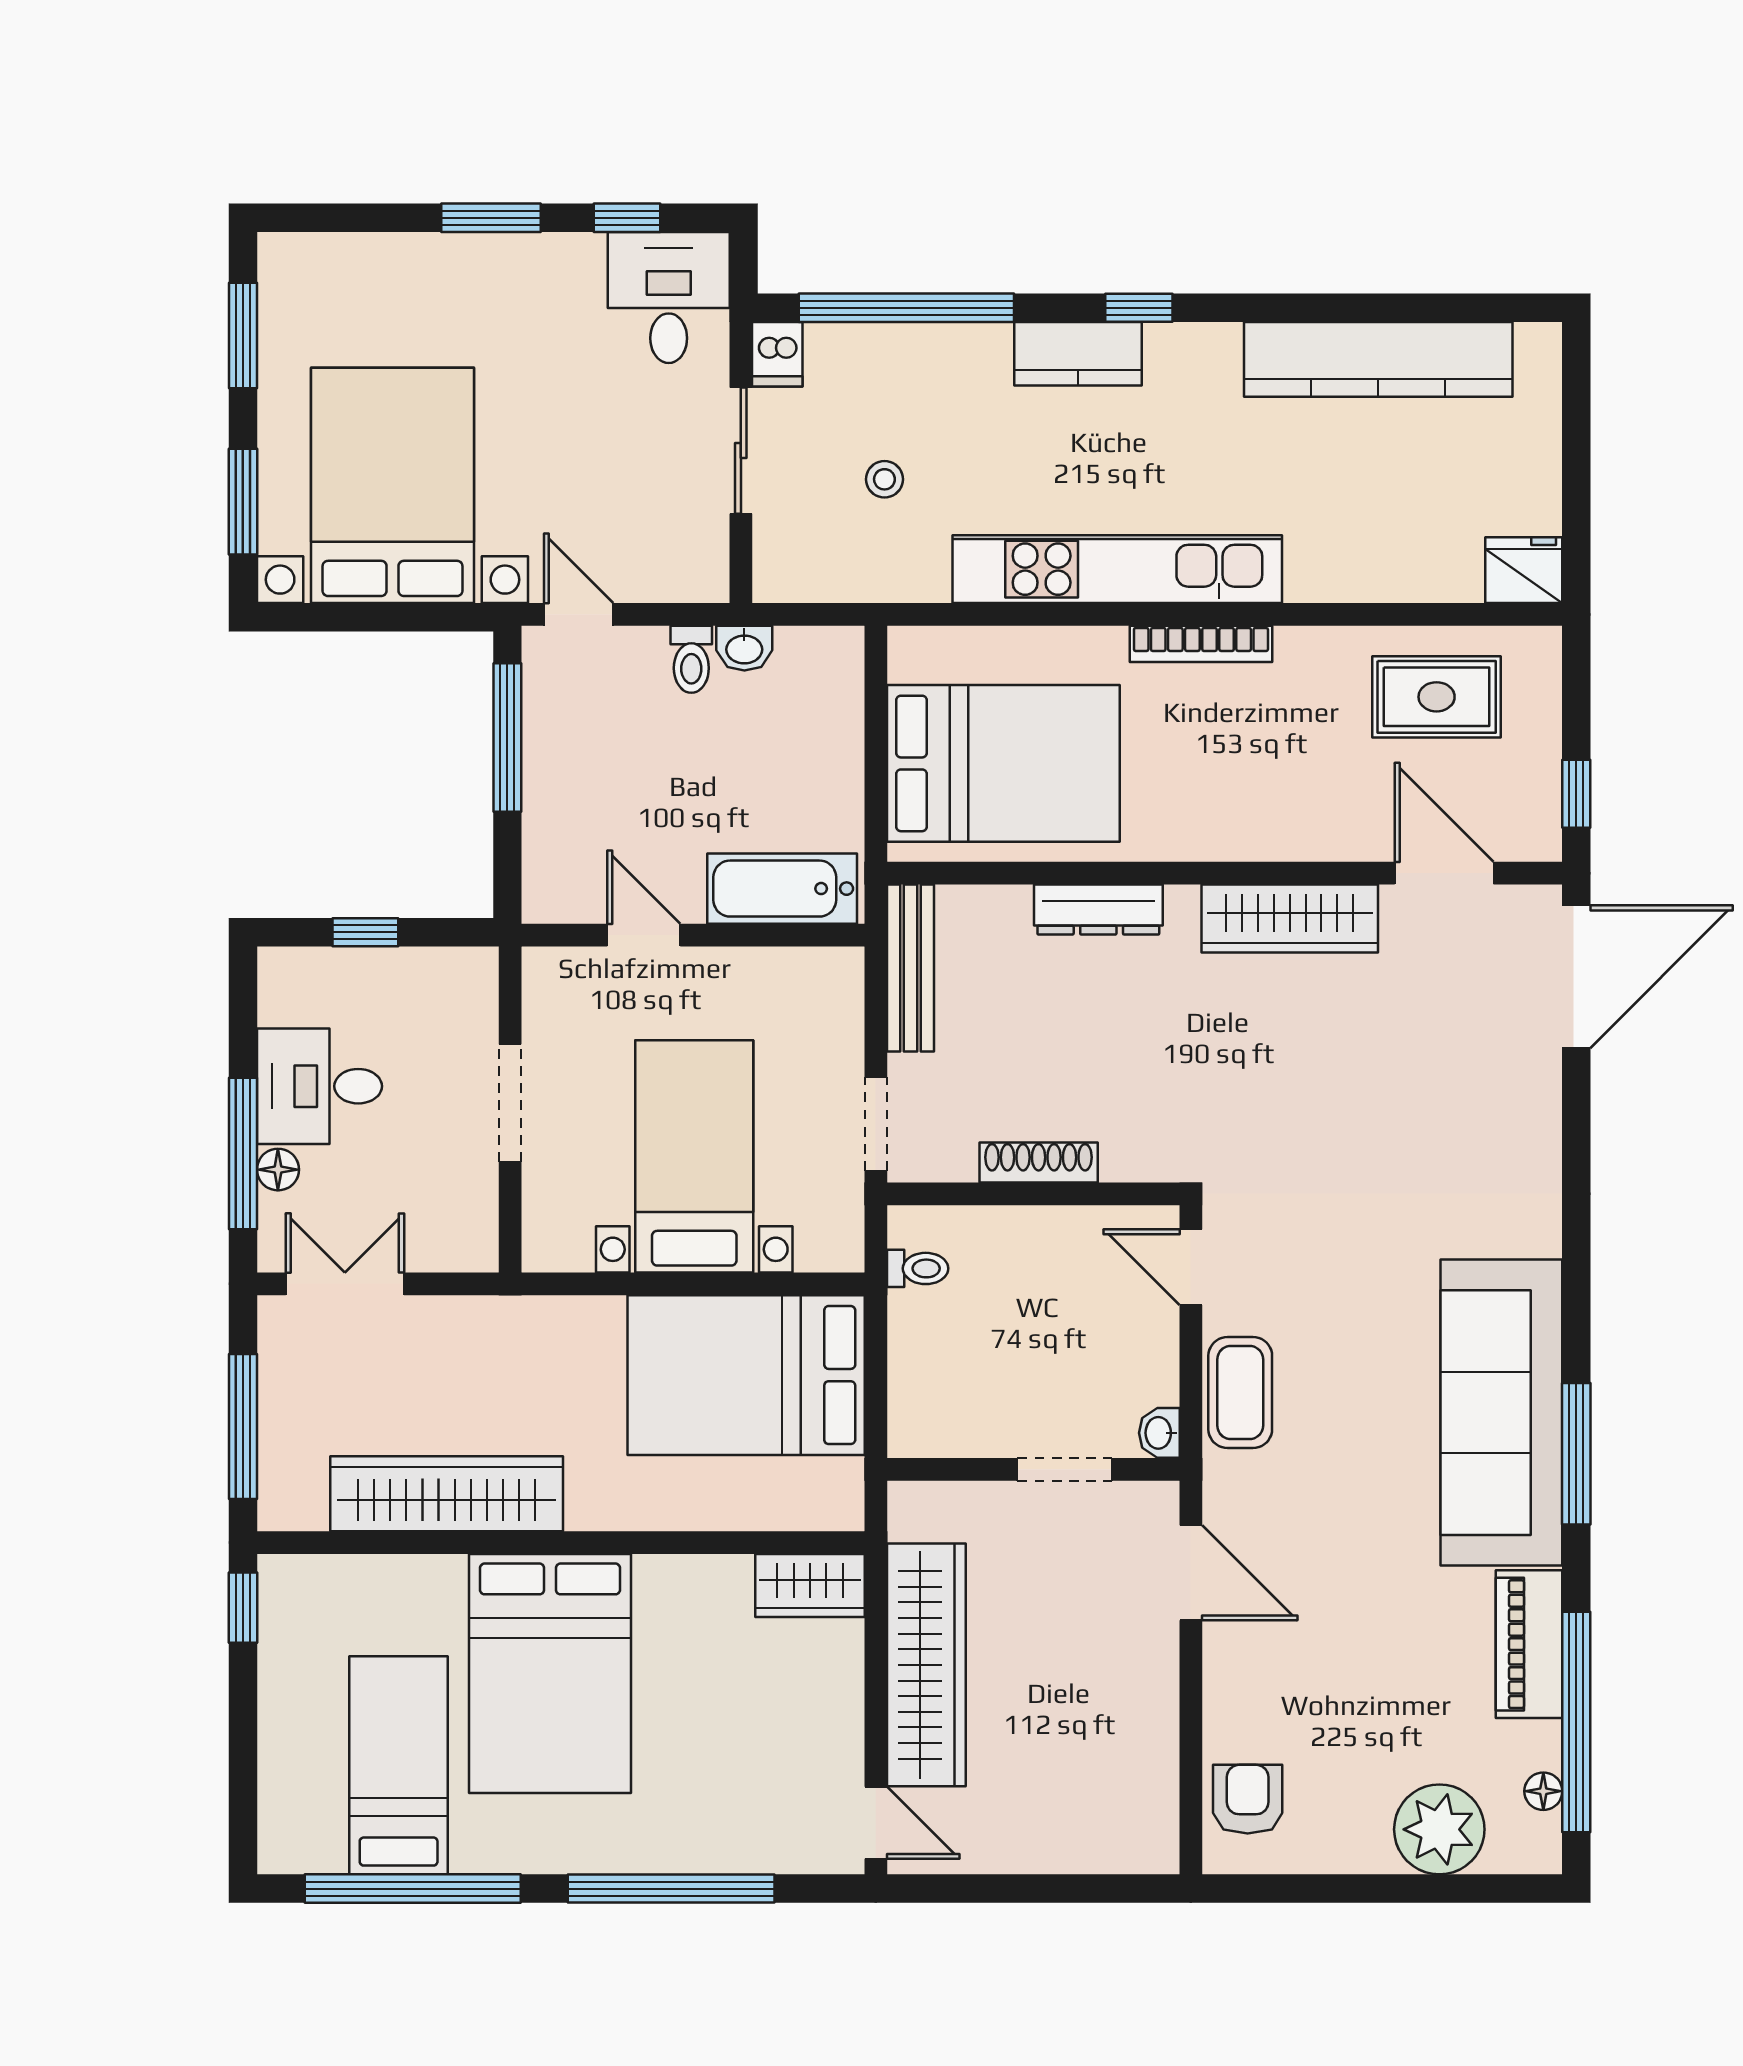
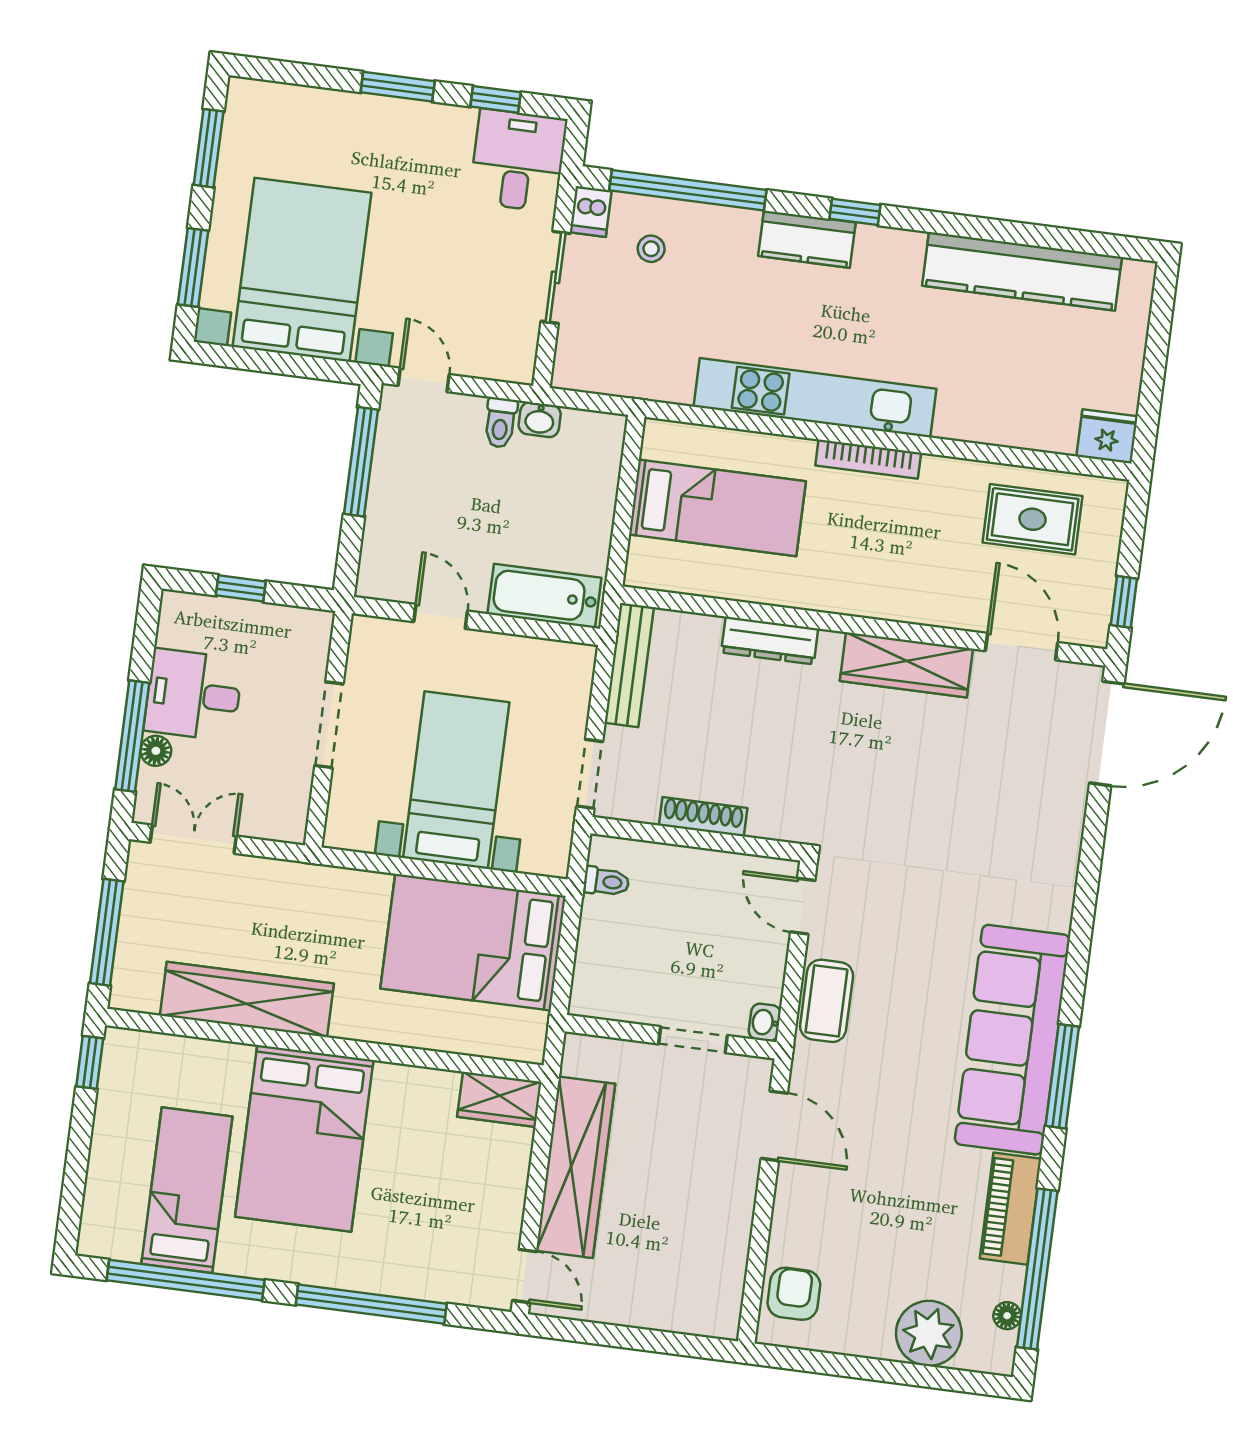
stool: (884, 479) -> (651, 249), moved
bed: (1003, 763) -> (717, 508), width x0.67

